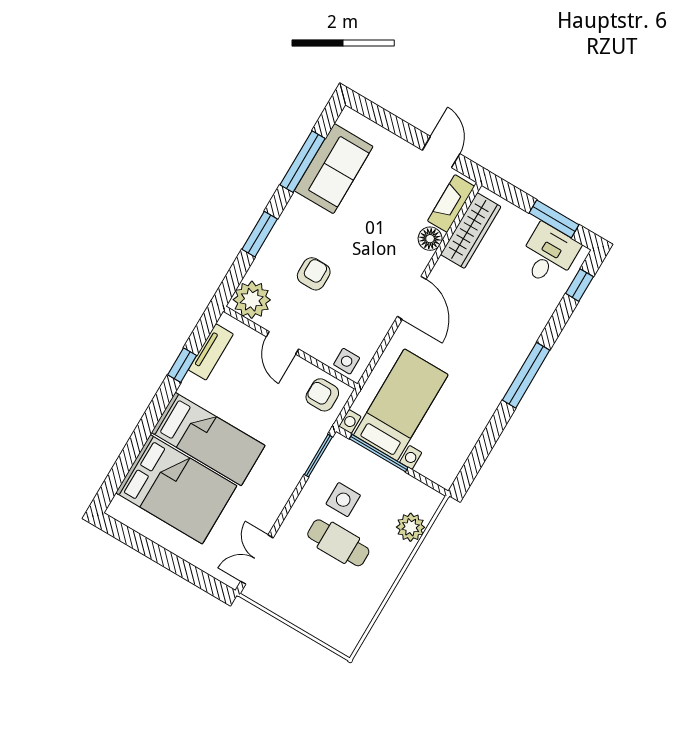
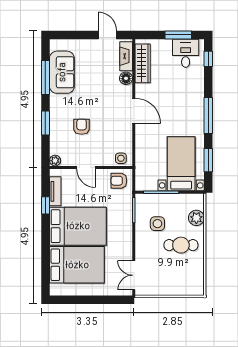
plant: (252, 300) -> (55, 161), width x0.53, depth x0.53
bed with nightstands: (401, 405) -> (181, 164), moved
bed: (208, 439) -> (78, 226), width x1.50
window: (484, 446) -> (208, 160), added
cafe table: (338, 543) -> (181, 245), moved

